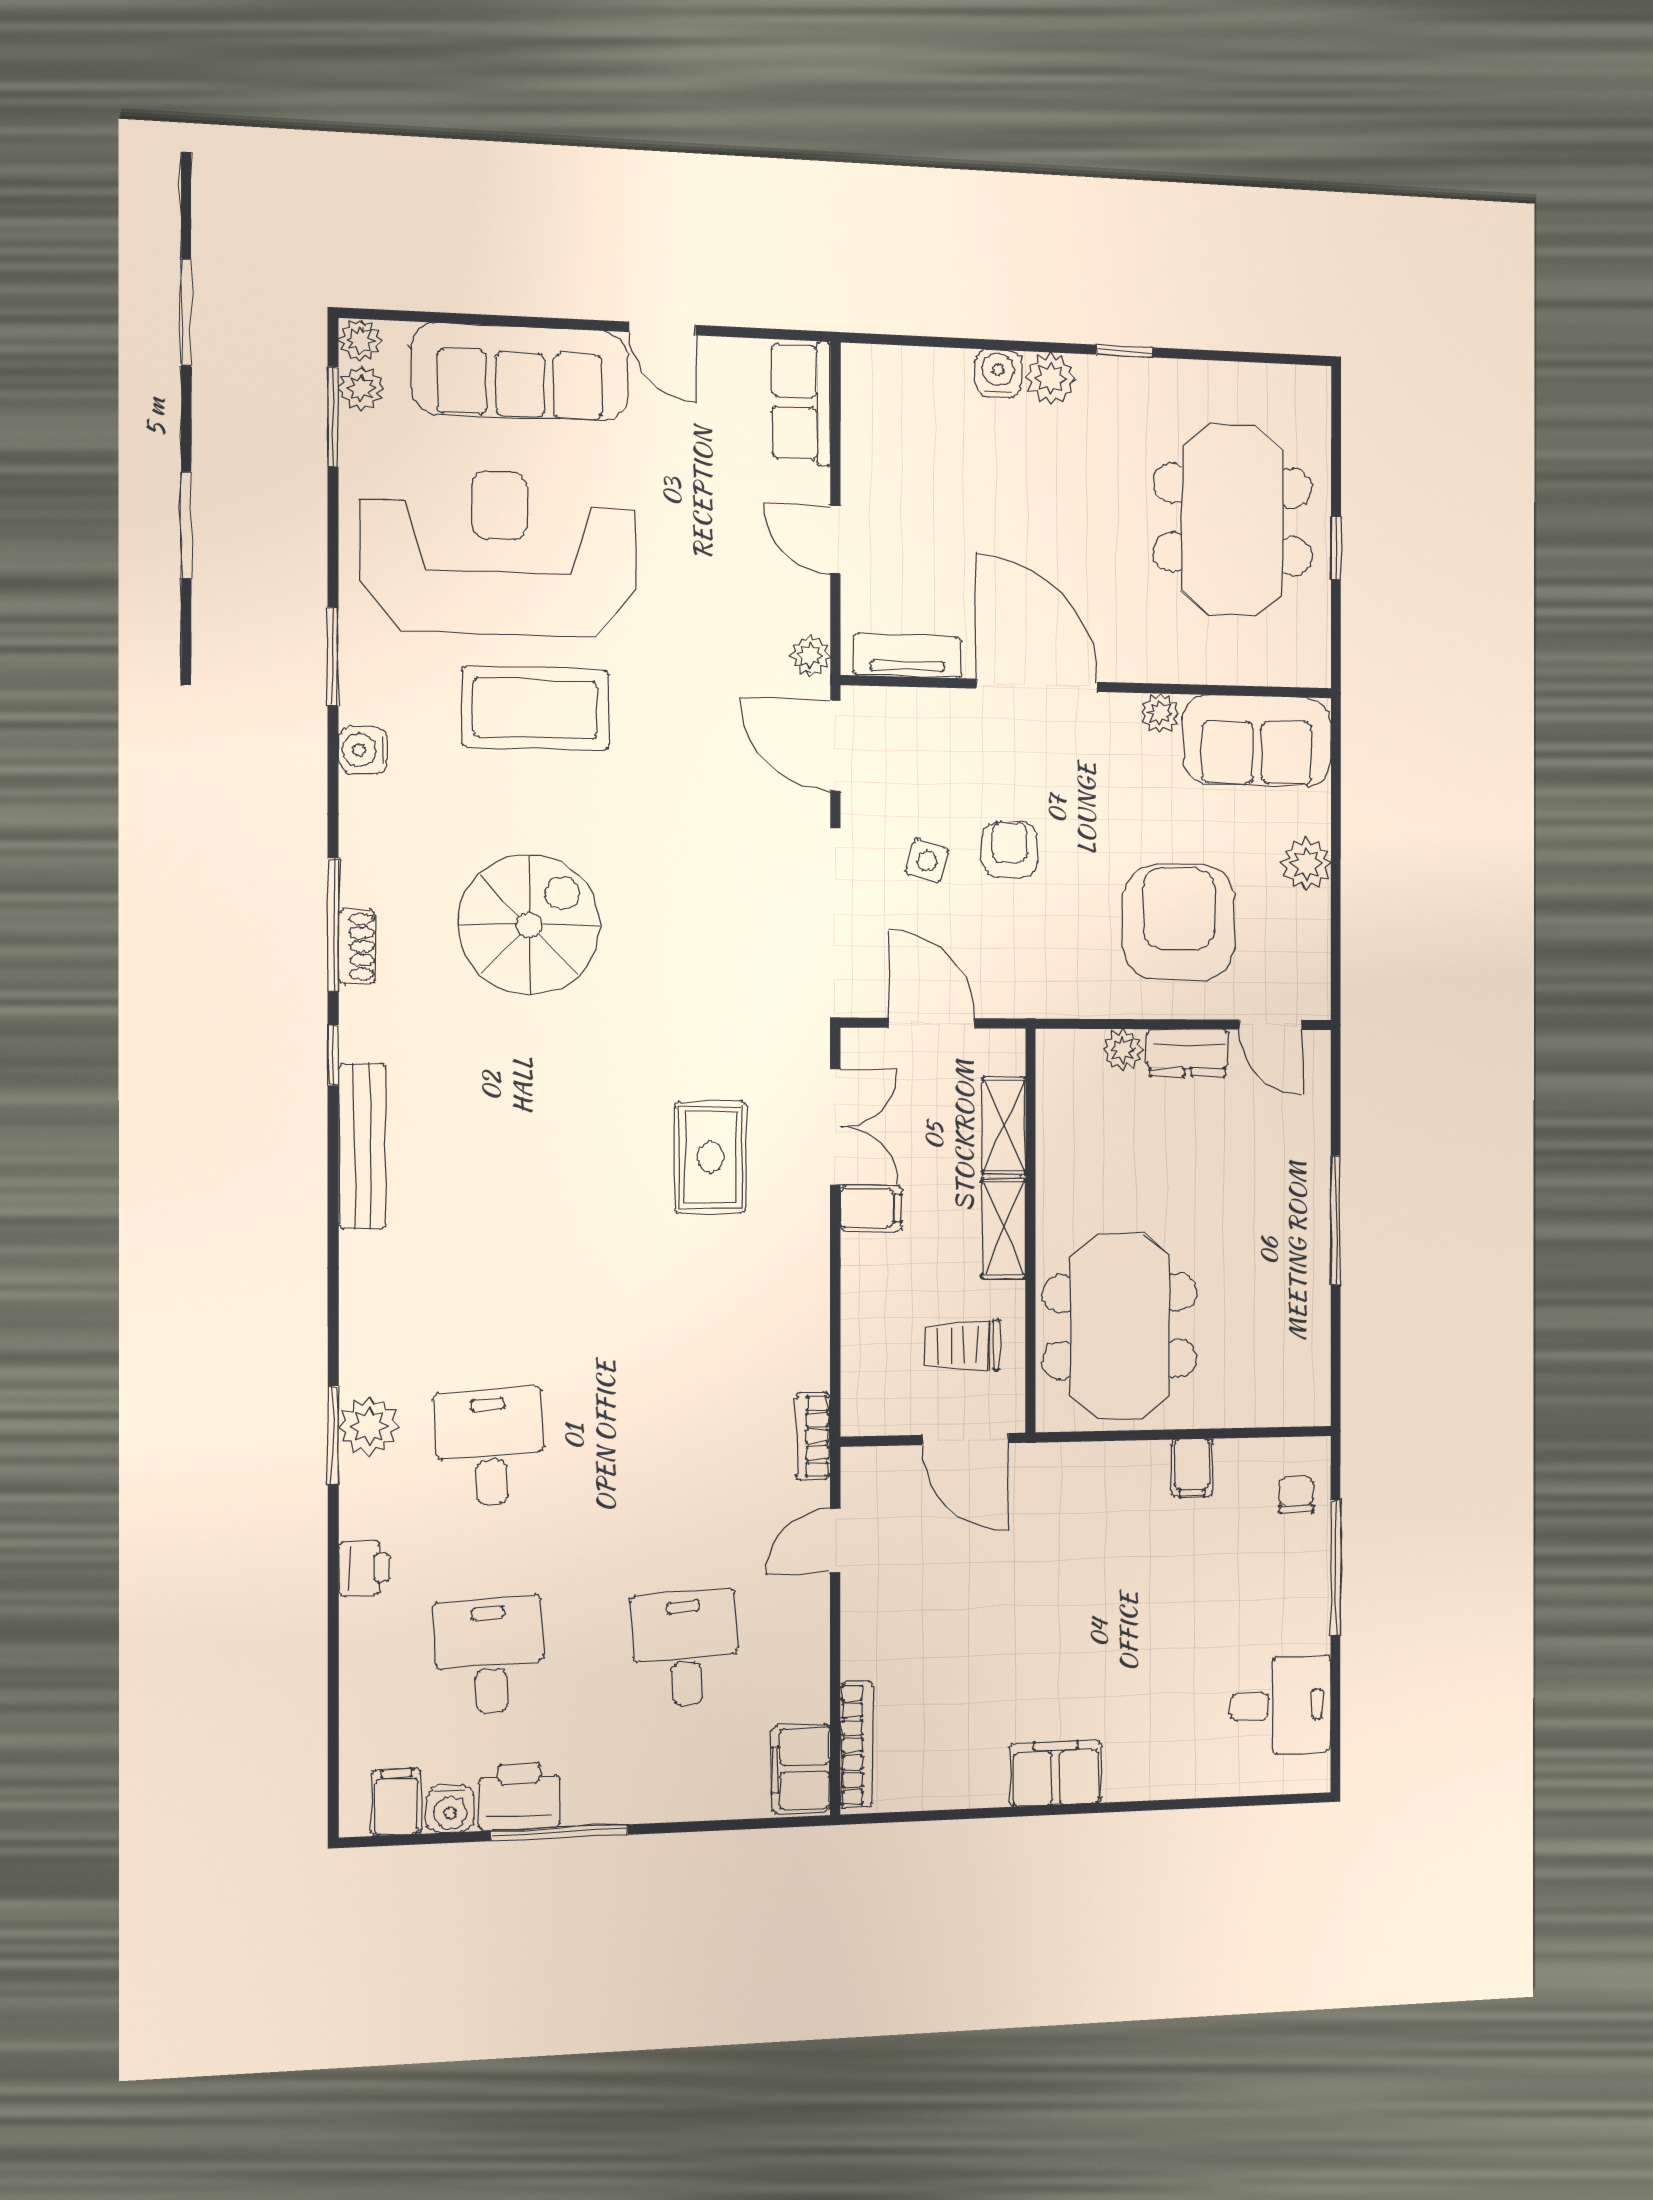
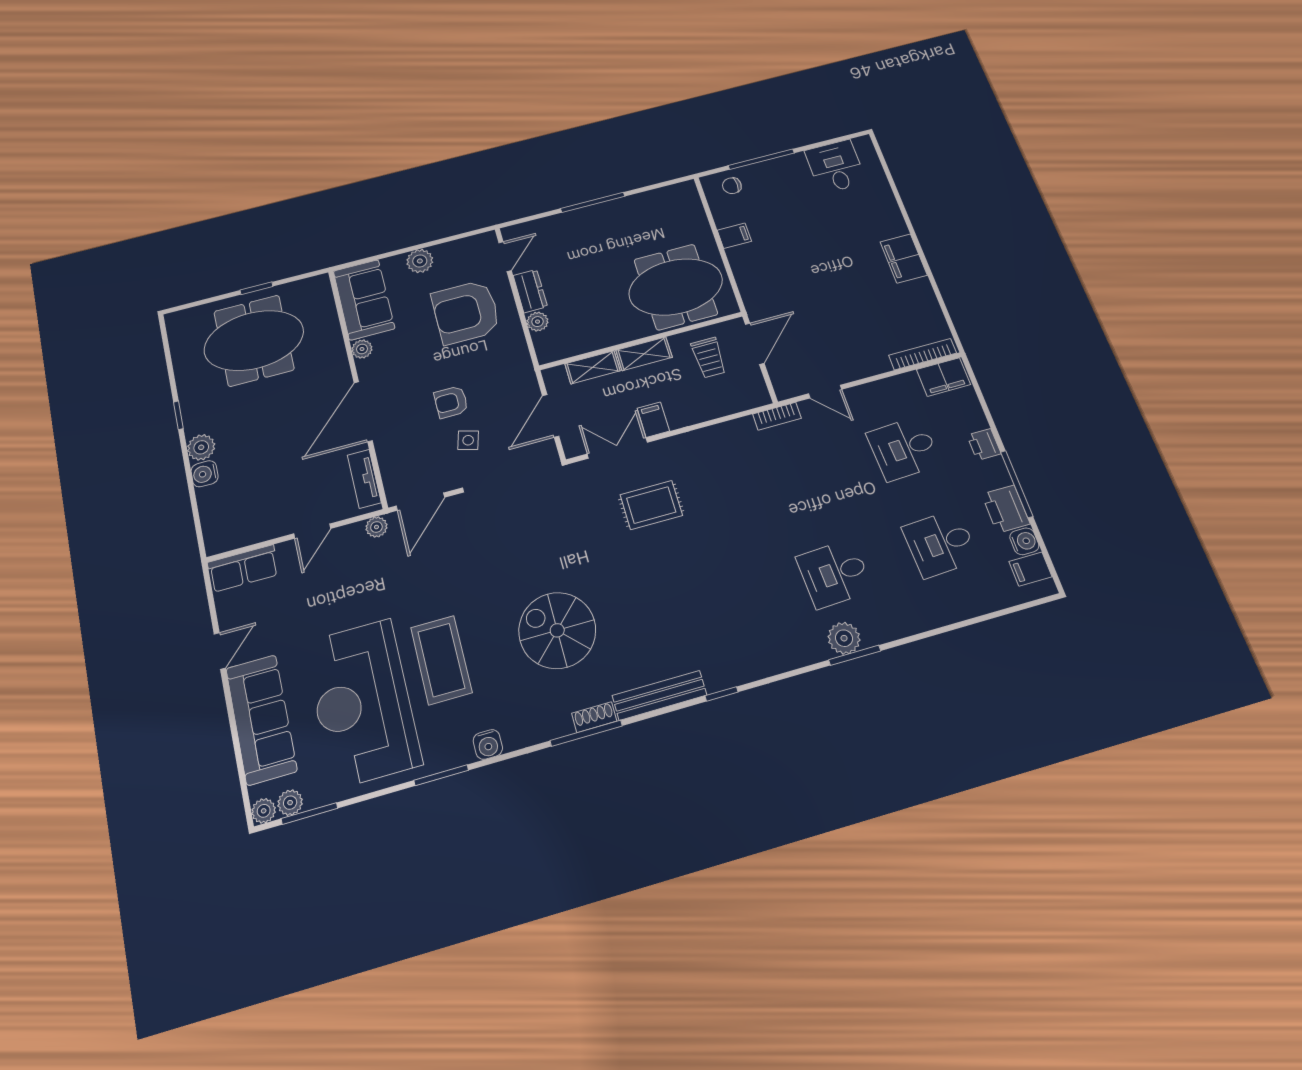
window: (333, 1055) -> (721, 694), moved
bench: (362, 1146) -> (660, 695), moved
printer: (364, 1568) -> (984, 444), moved, turned -90

